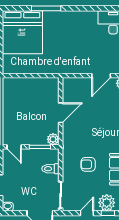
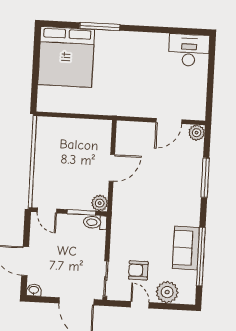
armchair: (88, 164) -> (138, 270), moved
toilet: (50, 169) -> (95, 222), moved
door: (87, 213) -> (140, 305), hinge flipped
window: (108, 213) -> (168, 306), removed

